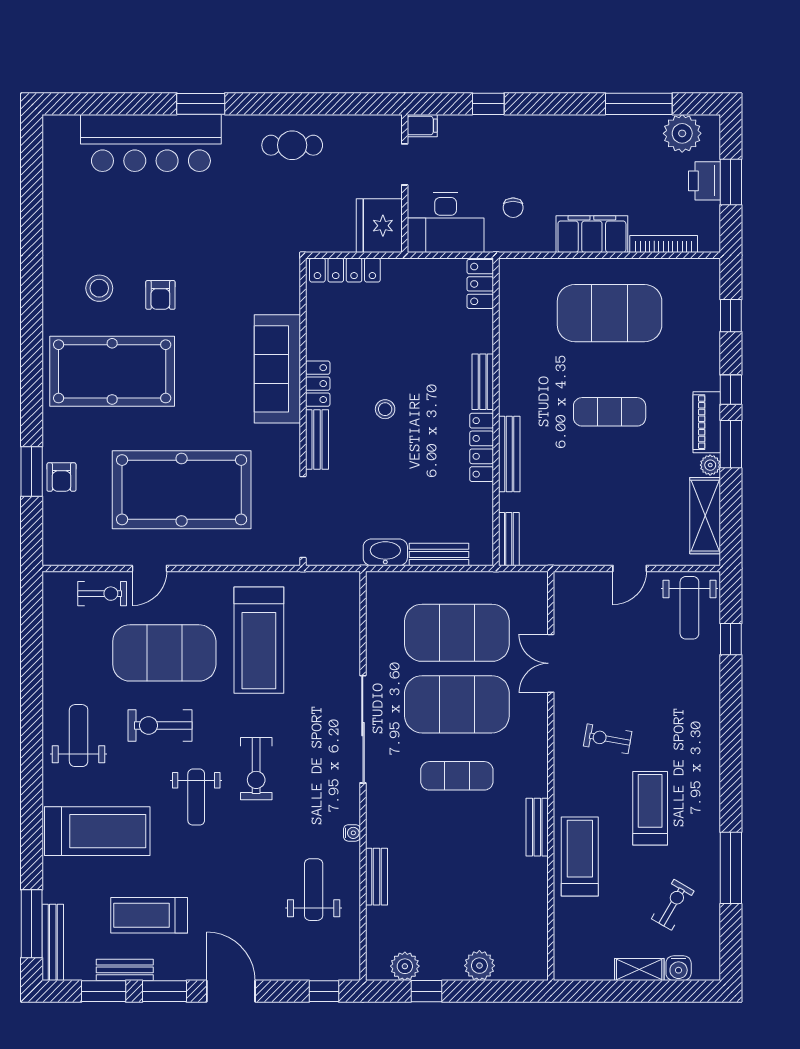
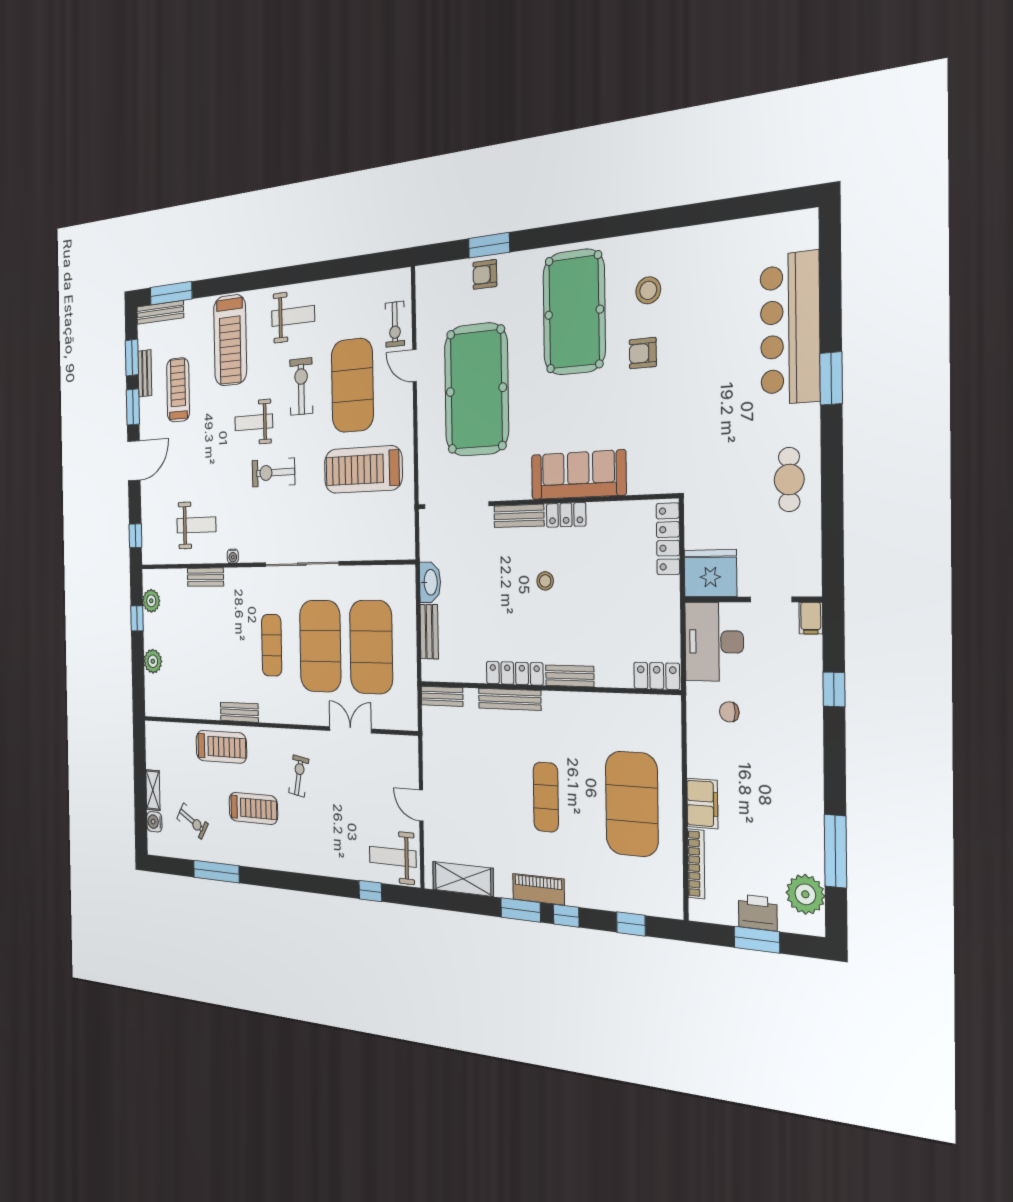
filing cabinet: (592, 234) -> (702, 804), width x0.67, depth x0.86
plant: (710, 465) -> (503, 888), removed

